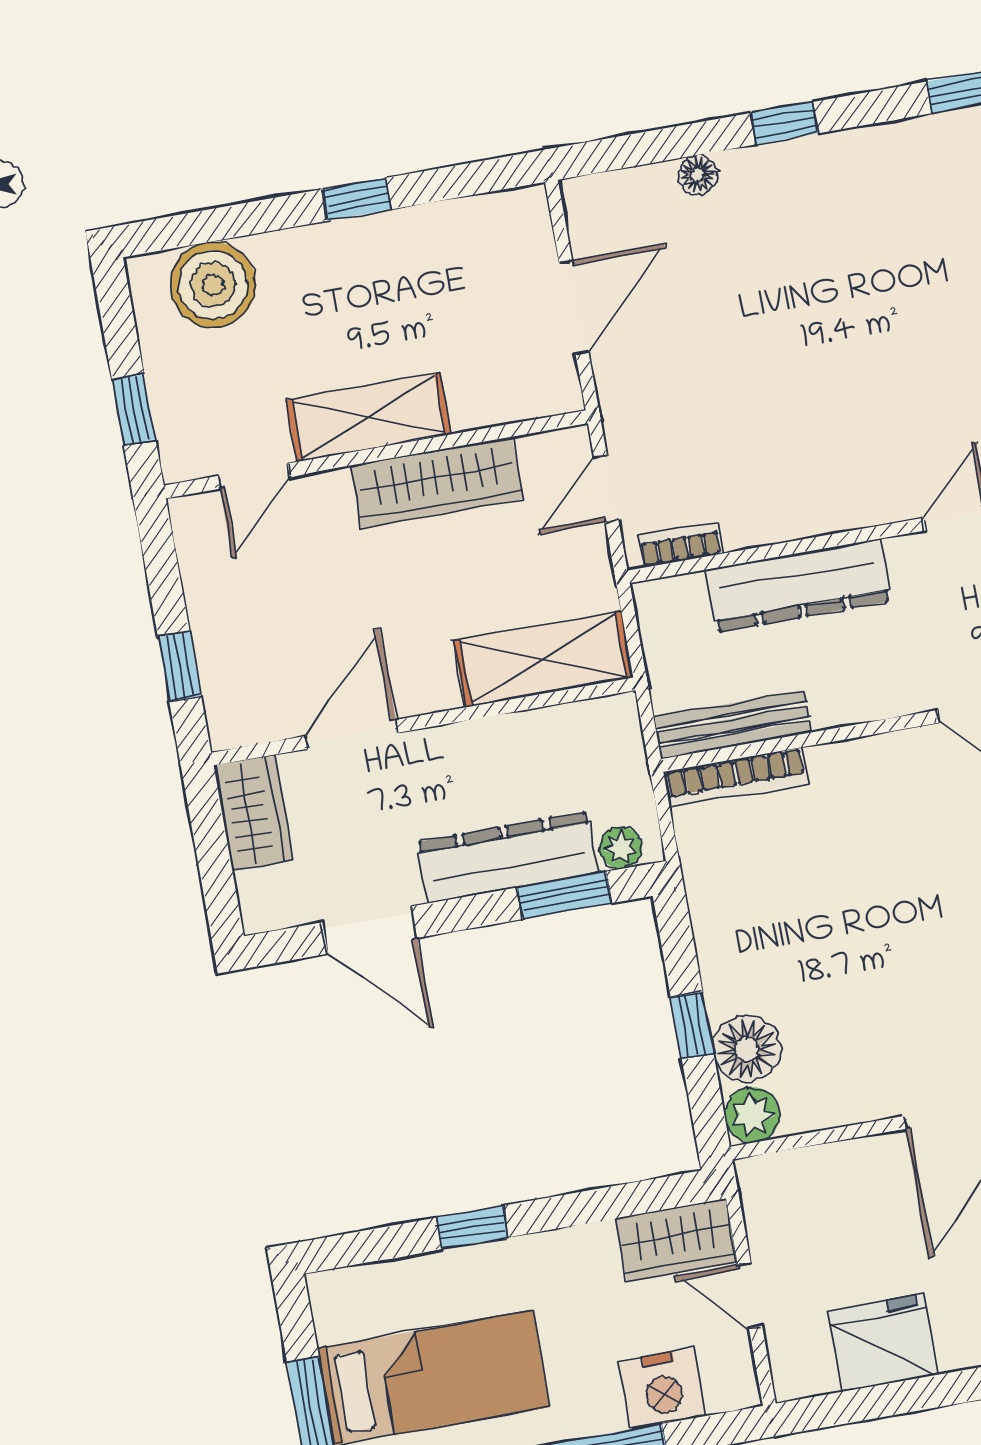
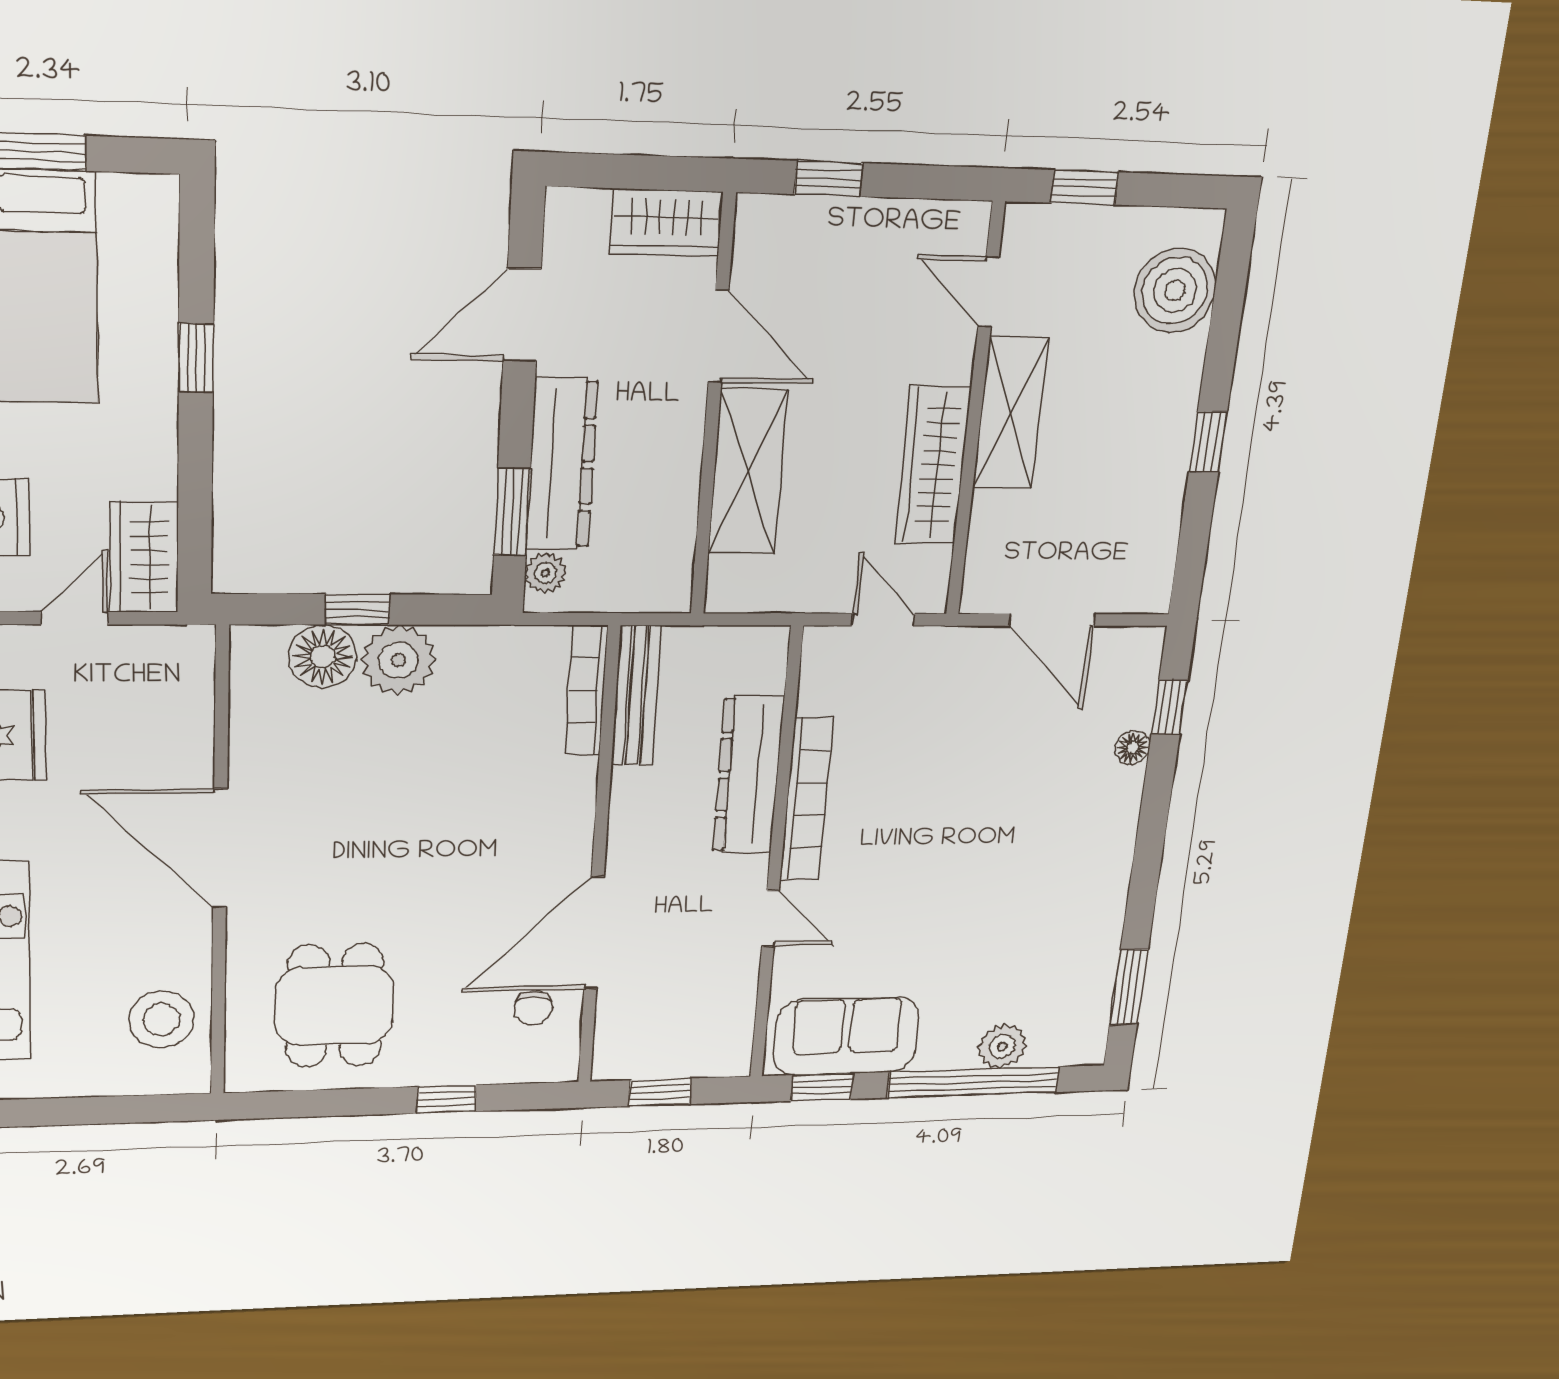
window: (785, 123) -> (1169, 707), moved
bookcase: (680, 545) -> (807, 799), moved, width x2.31, depth x1.31
shelving: (543, 659) -> (747, 472), moved
plant: (752, 1115) -> (398, 660), moved, width x1.36, depth x1.36

